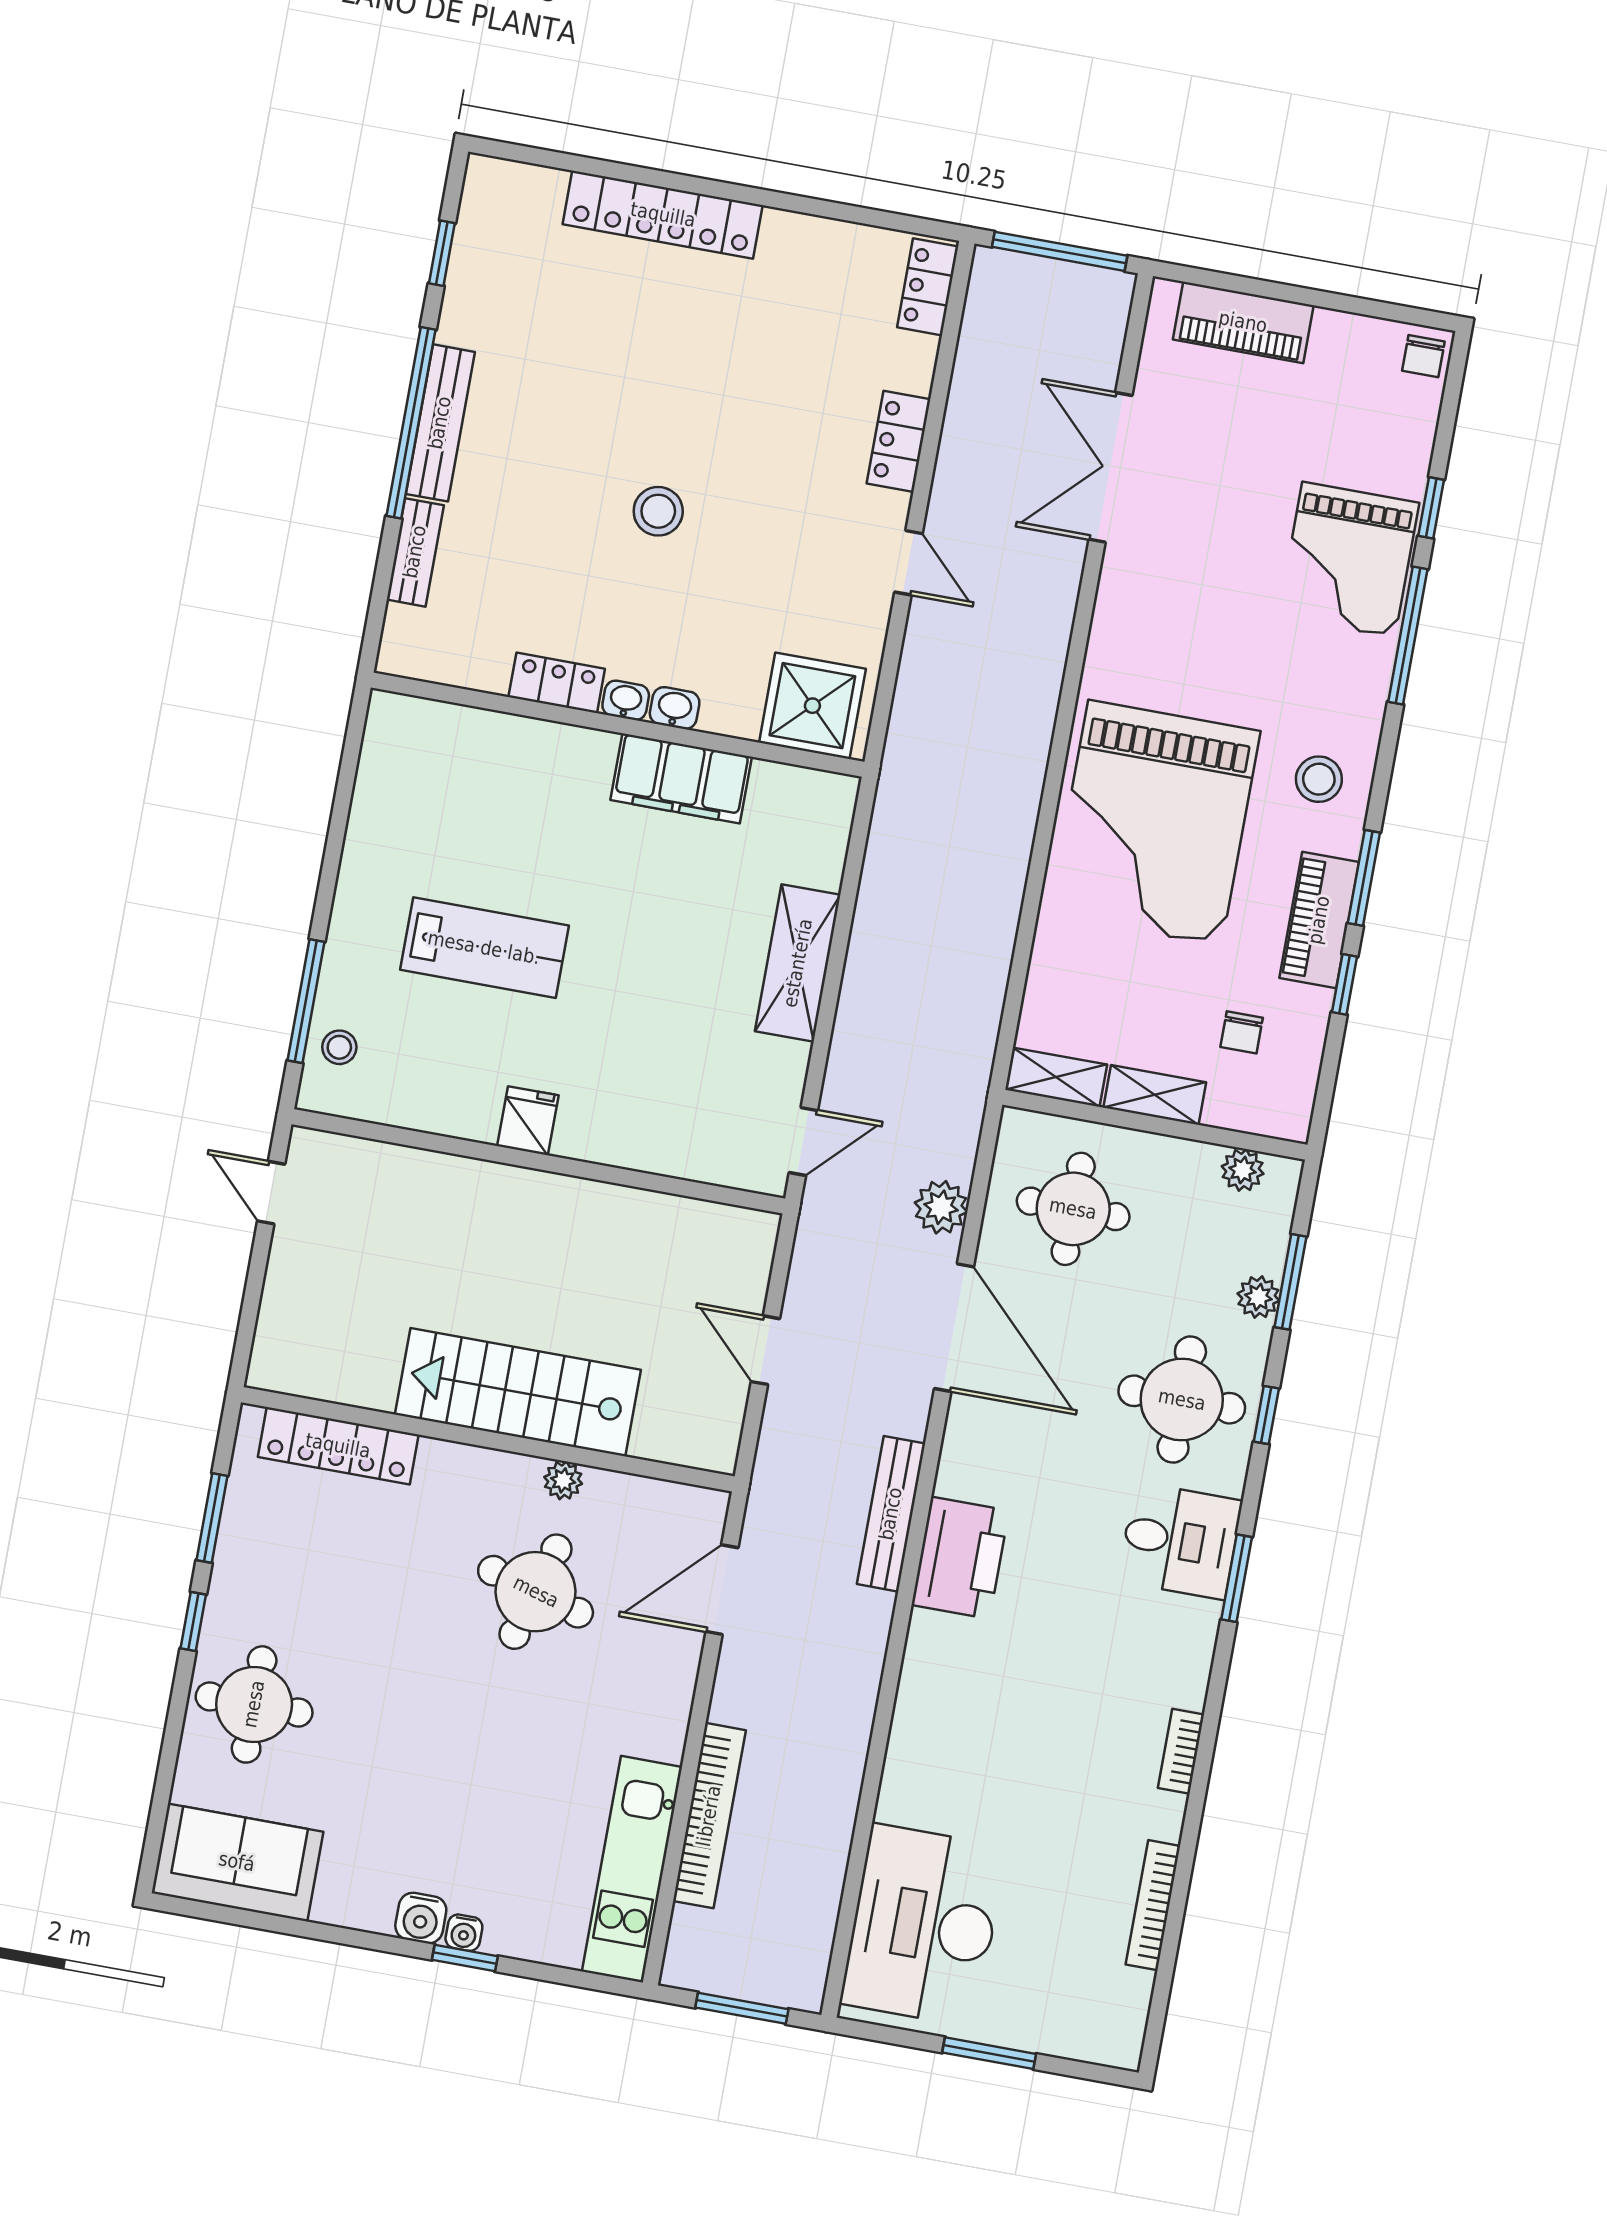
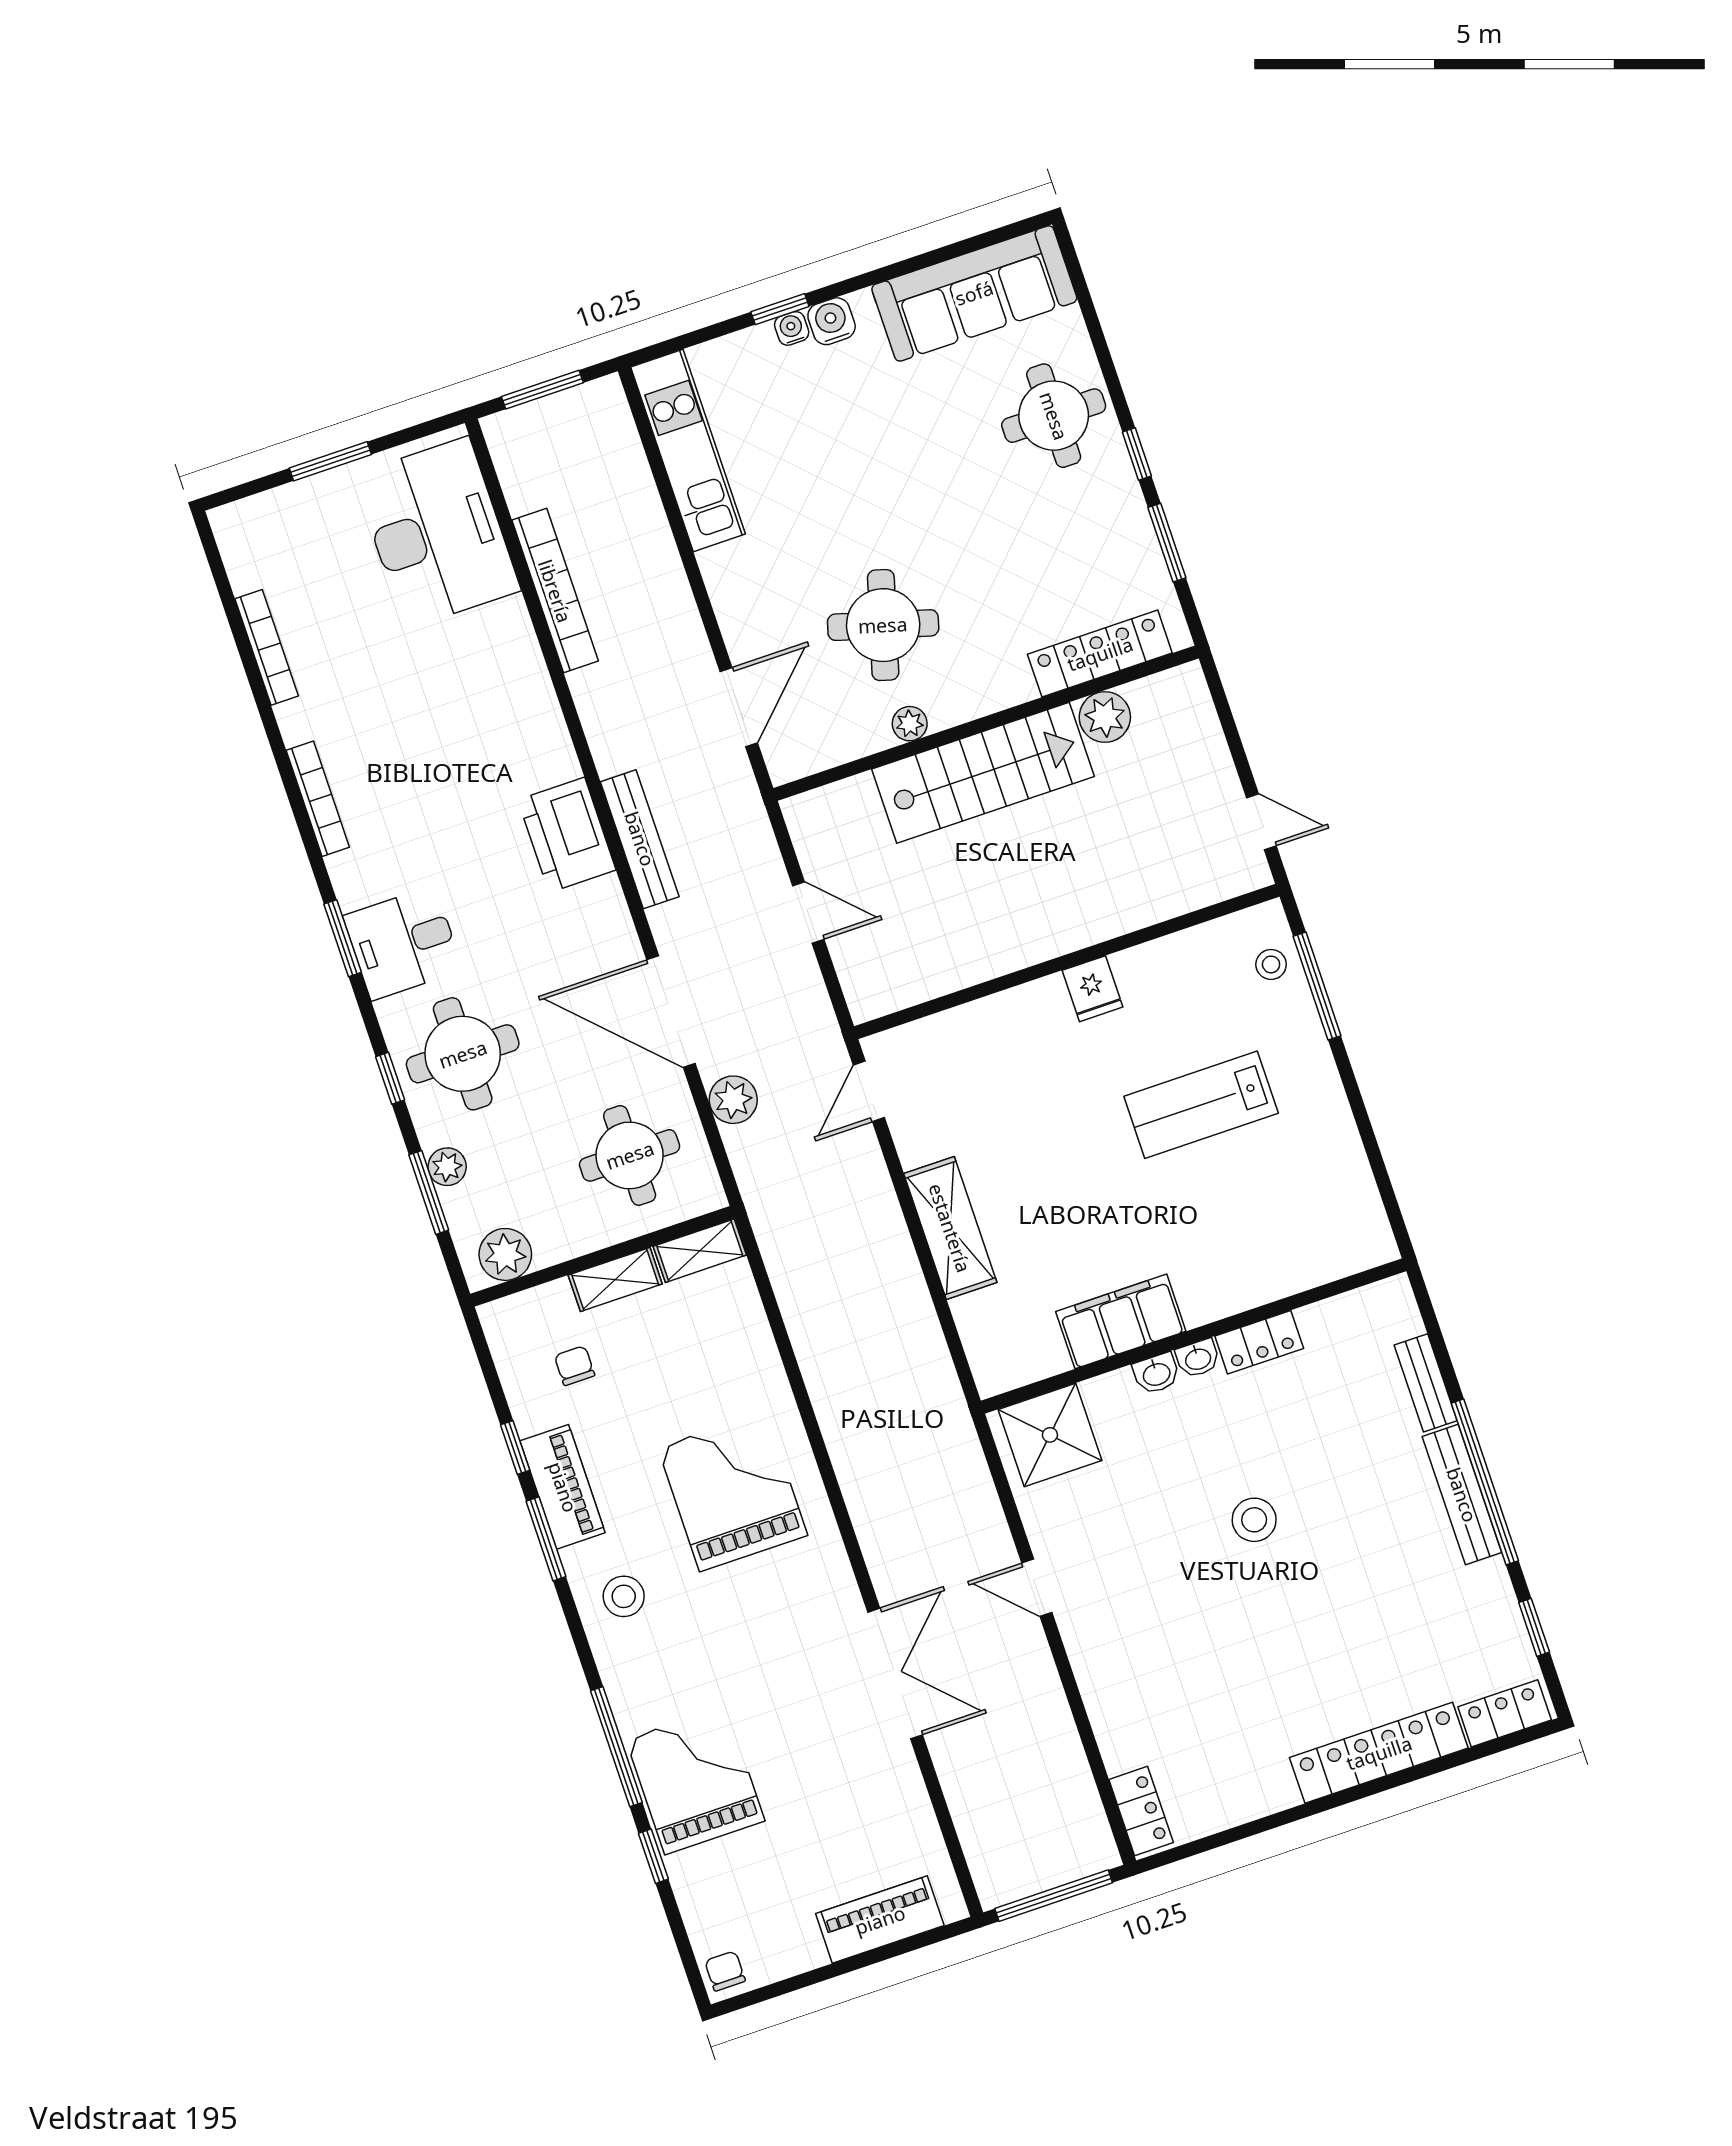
locker: (899, 441) -> (1505, 1713), moved, turned -90
double door: (1110, 467) -> (895, 1673), moved
grand piano: (1155, 823) -> (733, 1491), width x0.73, depth x0.68
plant: (1243, 1170) -> (505, 1254), width x1.38, depth x1.38
plant: (368, 1381) -> (1105, 717), added
bookcase: (1181, 1751) -> (318, 799), width x1.56
bookcase: (709, 1816) -> (555, 591), moved, turned 180
sofa: (237, 1862) -> (974, 293), width x1.36

